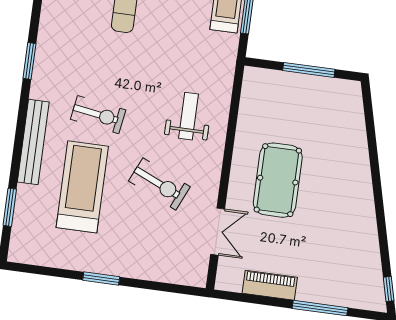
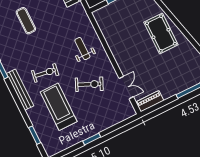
bench: (33, 142) -> (20, 90), moved
pool table: (278, 180) -> (161, 33), moved
piano: (270, 285) -> (150, 101), moved

